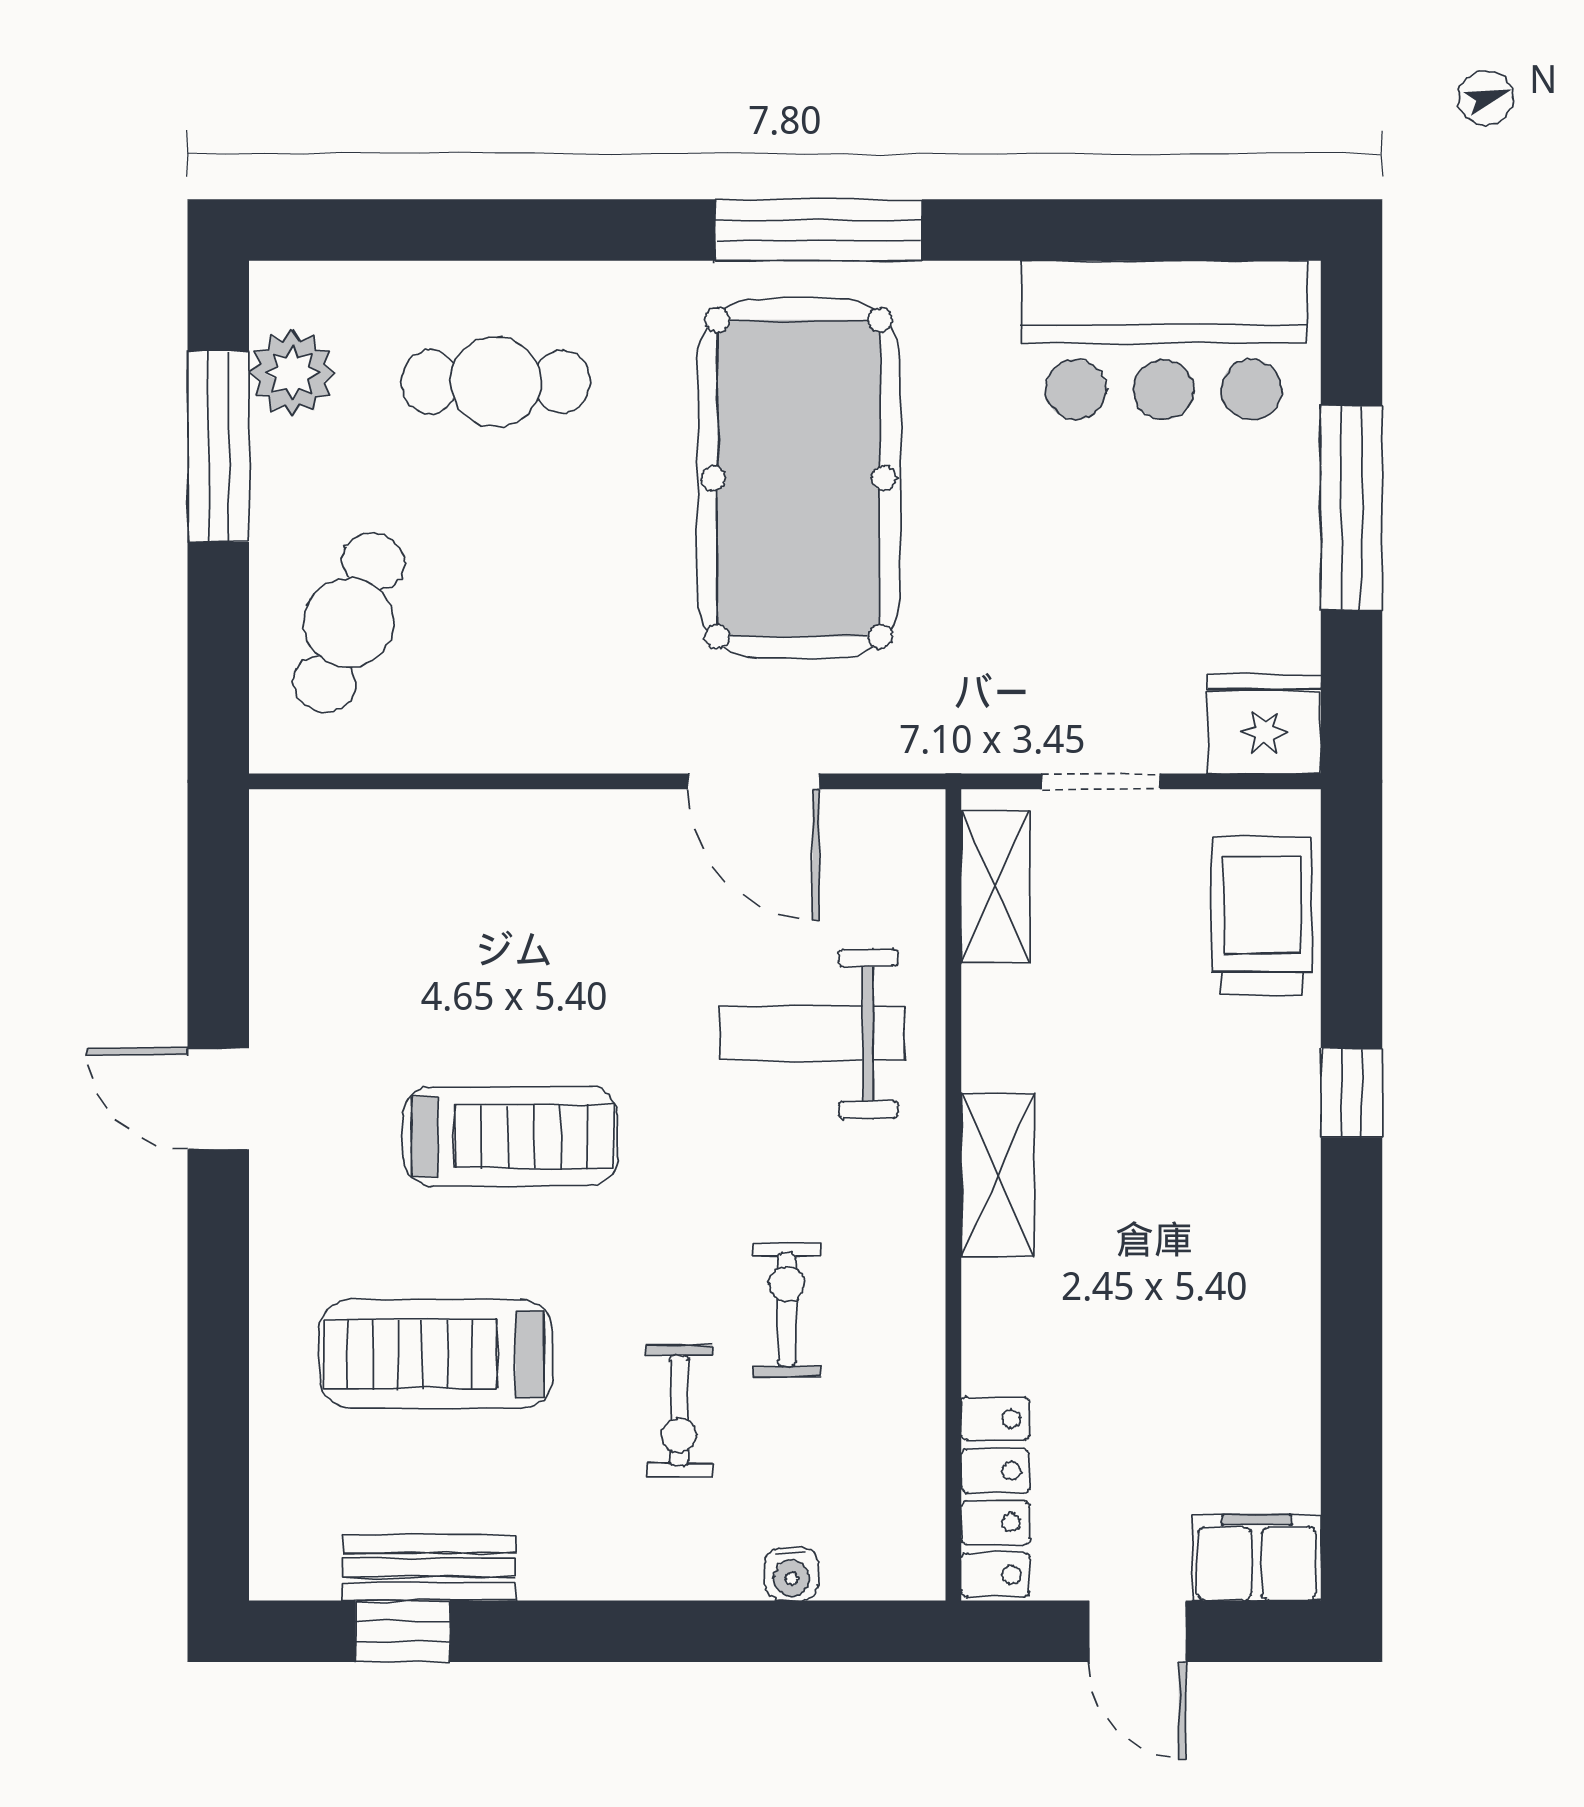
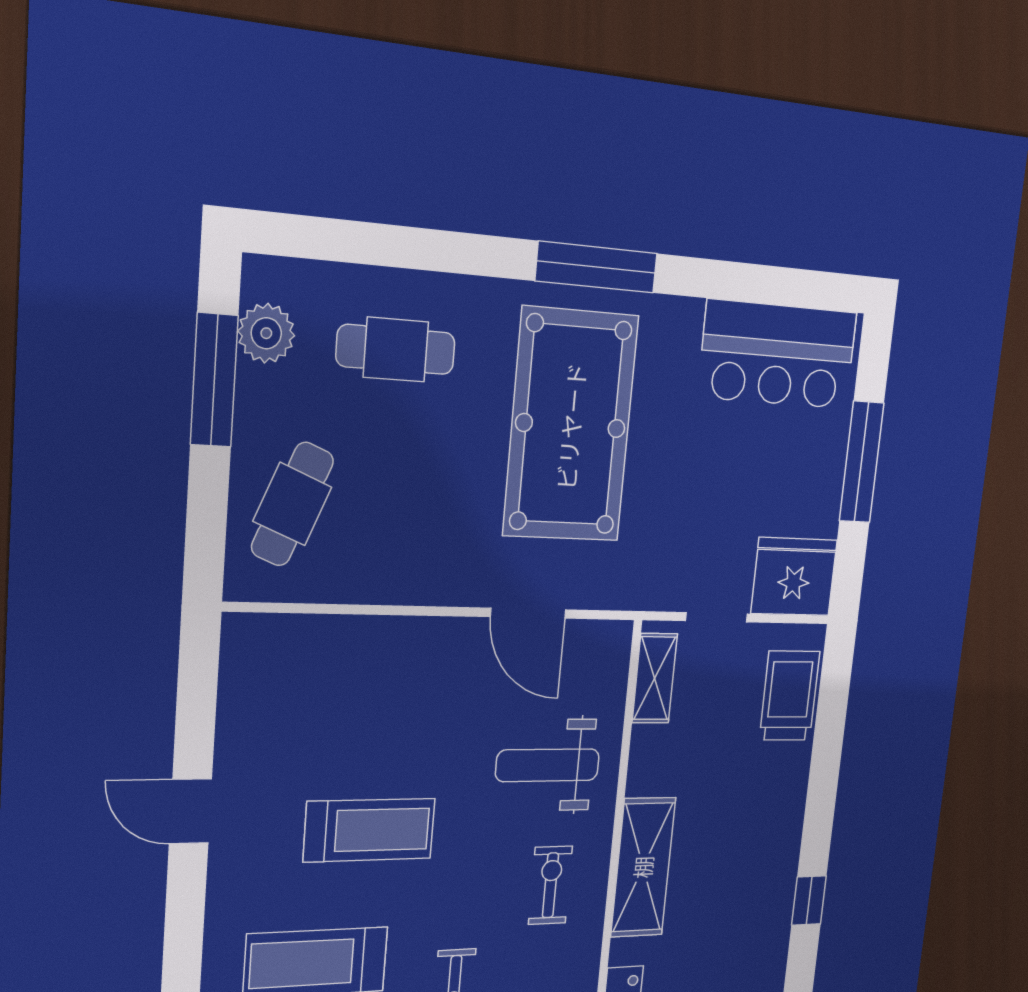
fridge: (1264, 725) -> (794, 577), width x1.36, depth x1.34
window: (1352, 1093) -> (809, 901), moved
shelving: (998, 1175) -> (643, 867), width x1.50, depth x1.33
exercise bike: (787, 1310) -> (550, 885), moved

